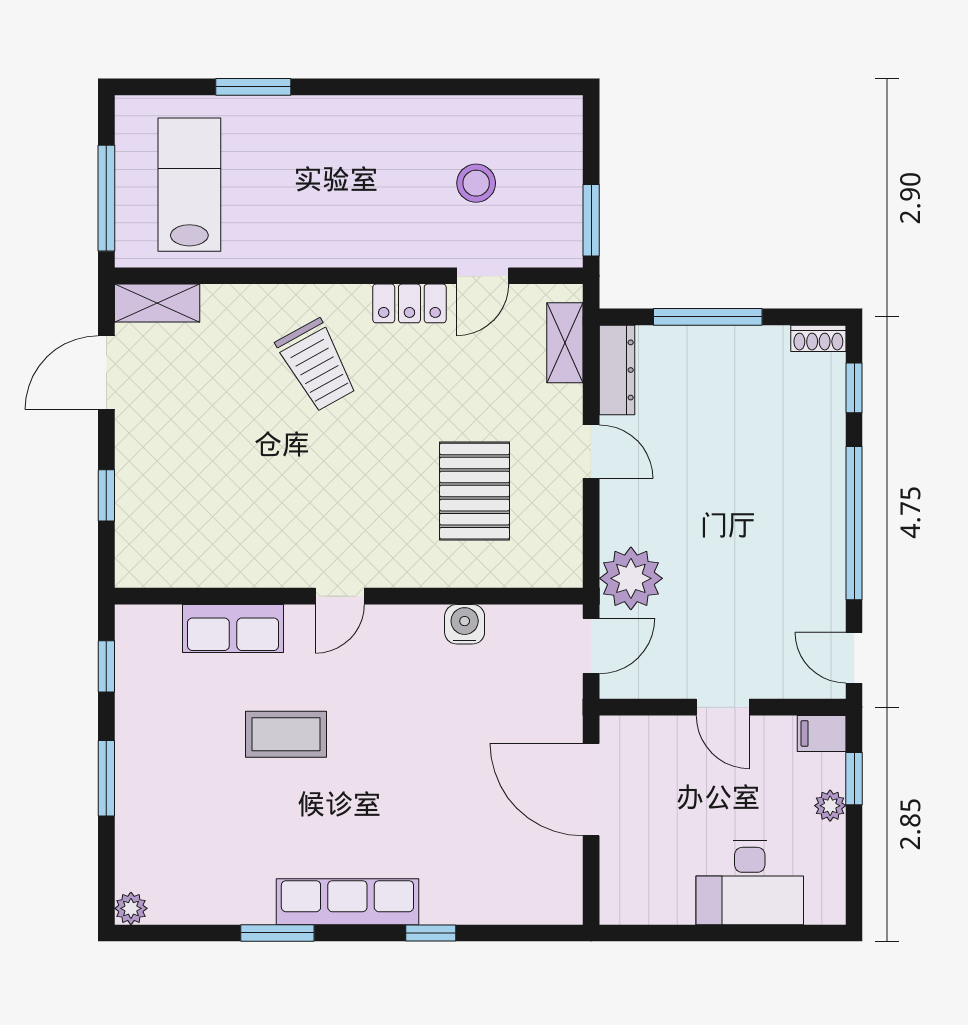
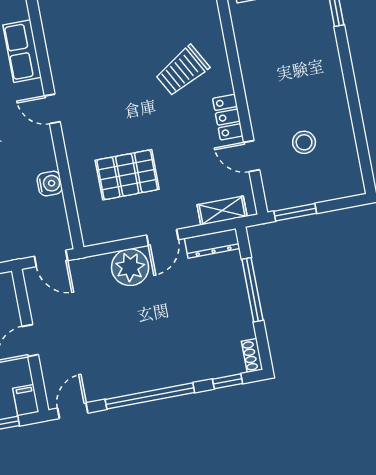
plant: (631, 578) -> (130, 267), moved

